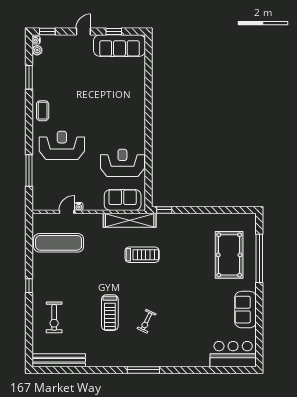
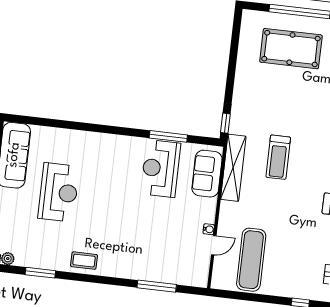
reception desk: (62, 145) -> (59, 192), moved, turned 180
window: (148, 166) -> (168, 136), added
door: (67, 212) -> (214, 245), swing flipped
treadmill: (142, 255) -> (278, 157), turned 180

